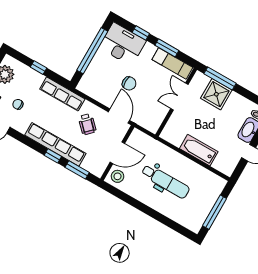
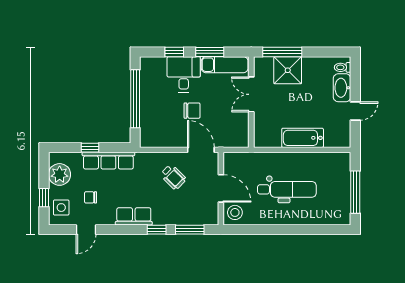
desk: (123, 44) -> (184, 74), moved, width x0.73
row of seats: (62, 94) -> (108, 161), moved
row of seats: (55, 144) -> (134, 216), width x0.50
door: (117, 153) -> (221, 188), hinge flipped

